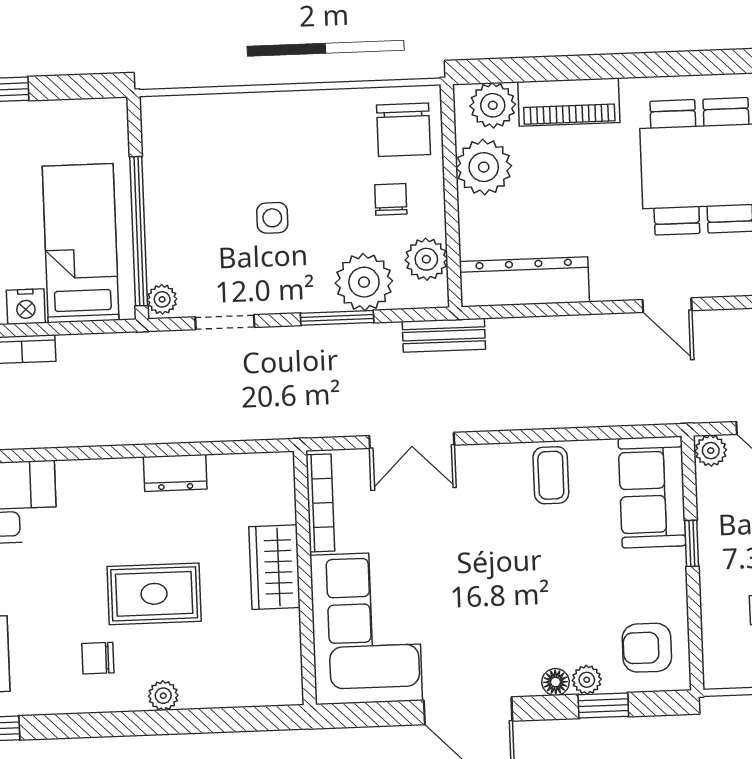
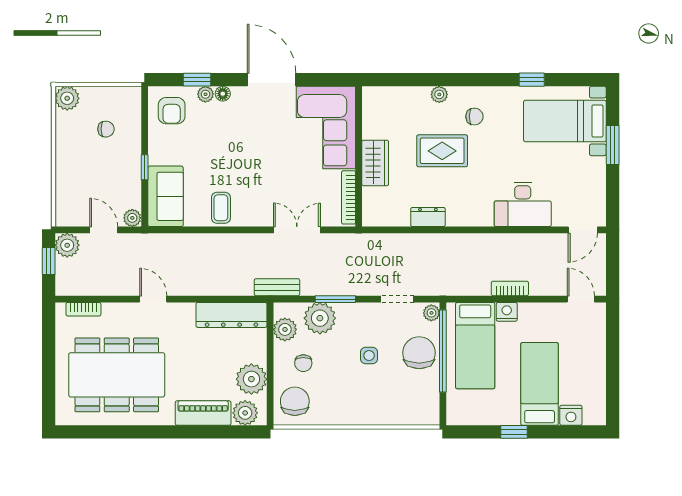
chair: (182, 226) -> (419, 353), added
armchair: (647, 648) -> (172, 111), turned 90

